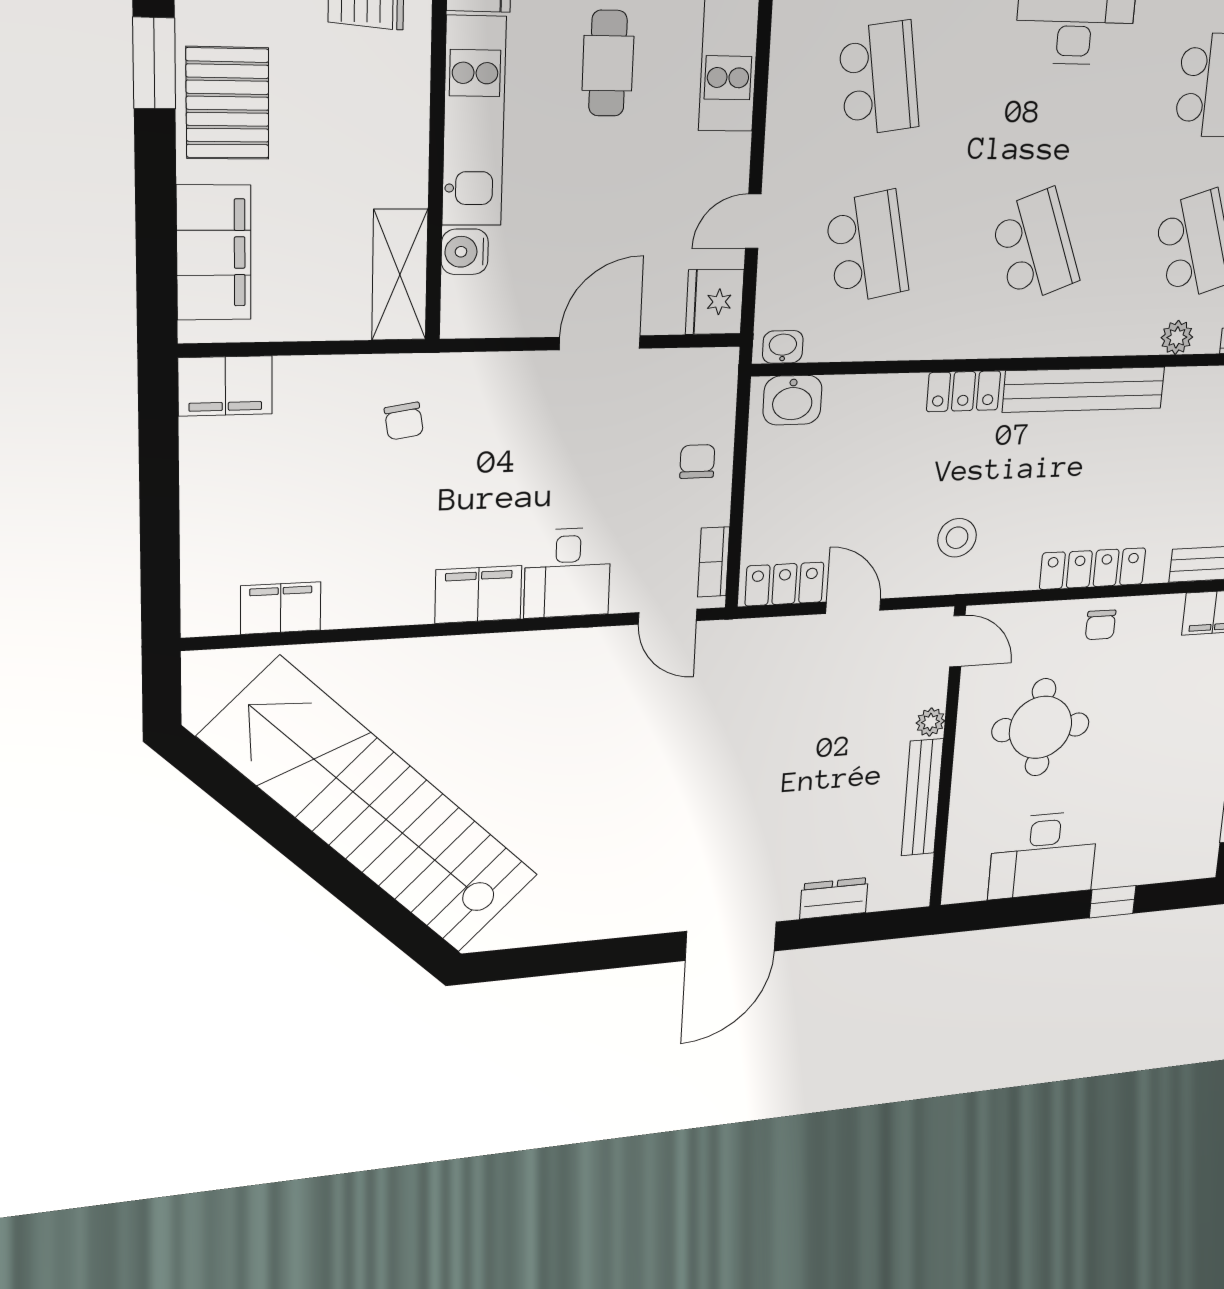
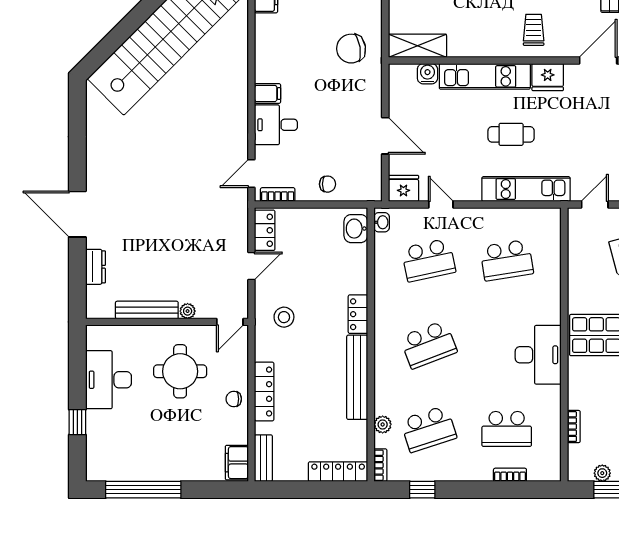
chair: (404, 421) -> (351, 49), width x1.87, depth x1.87
filing cabinet: (478, 594) -> (268, 93), width x0.50

